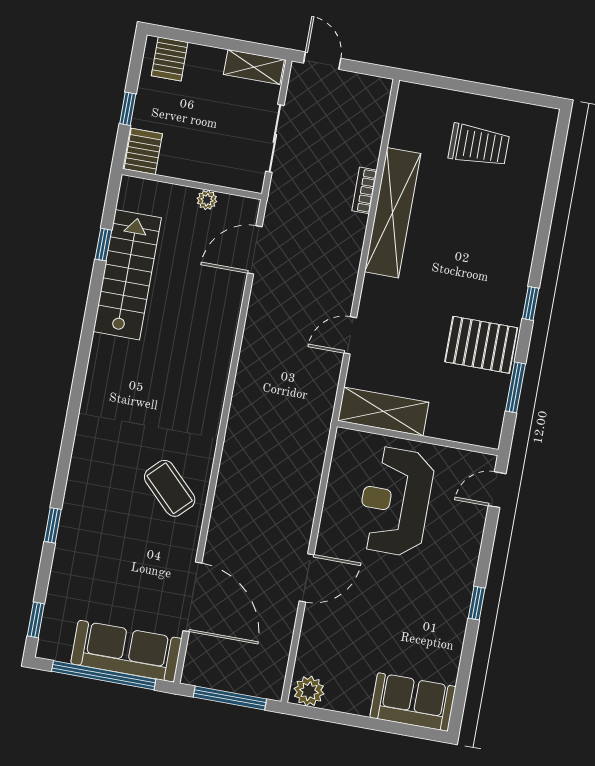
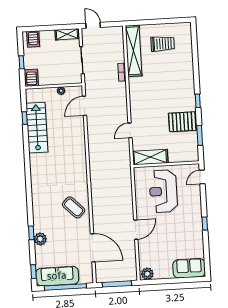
shelving: (393, 213) -> (134, 51), moved
plant: (71, 545) -> (40, 239), added
sofa: (126, 651) -> (57, 276), moved

